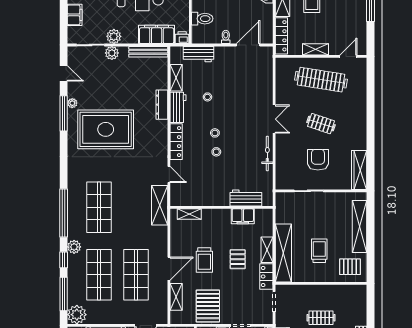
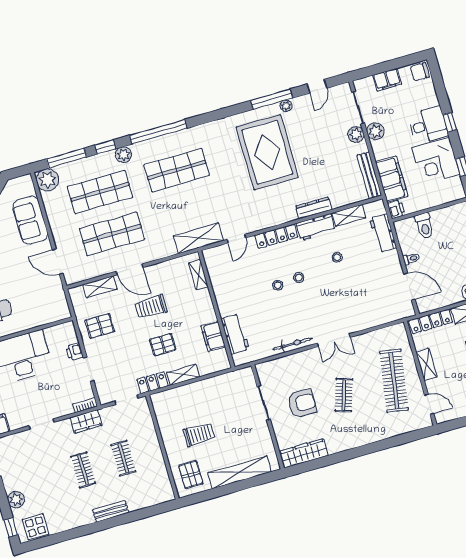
shelving: (283, 253) -> (185, 394), removed
pallet: (208, 306) -> (100, 326), width x0.67, depth x0.71

